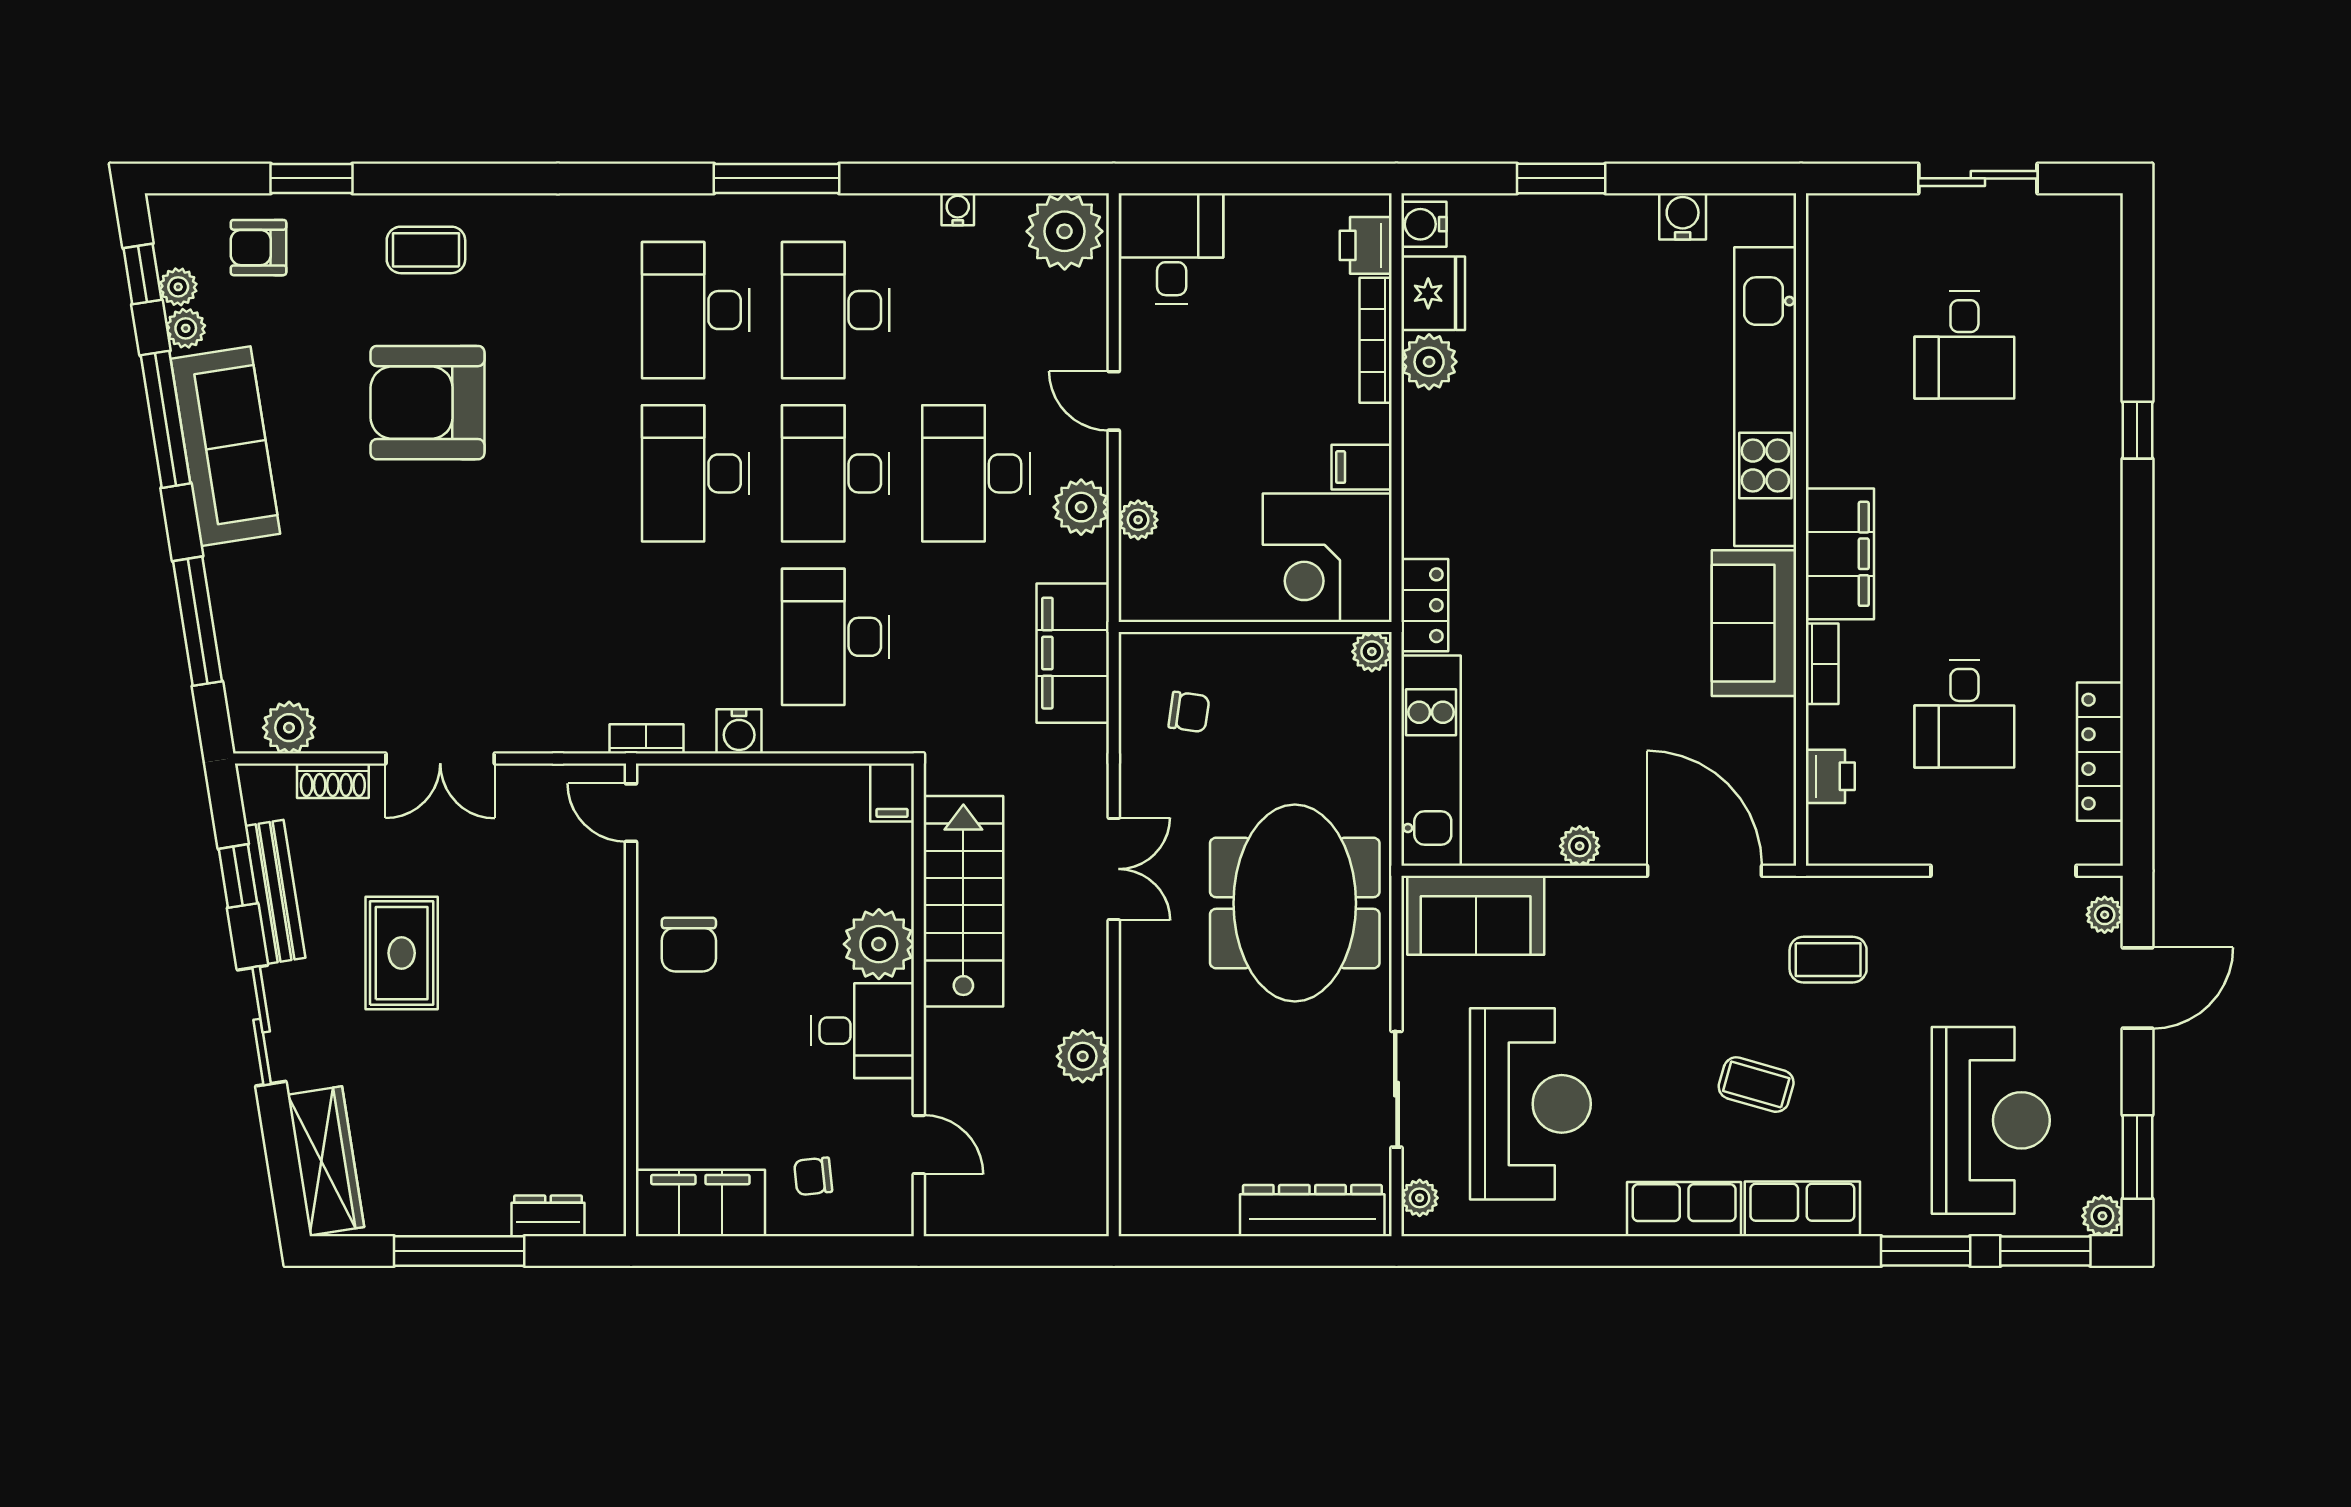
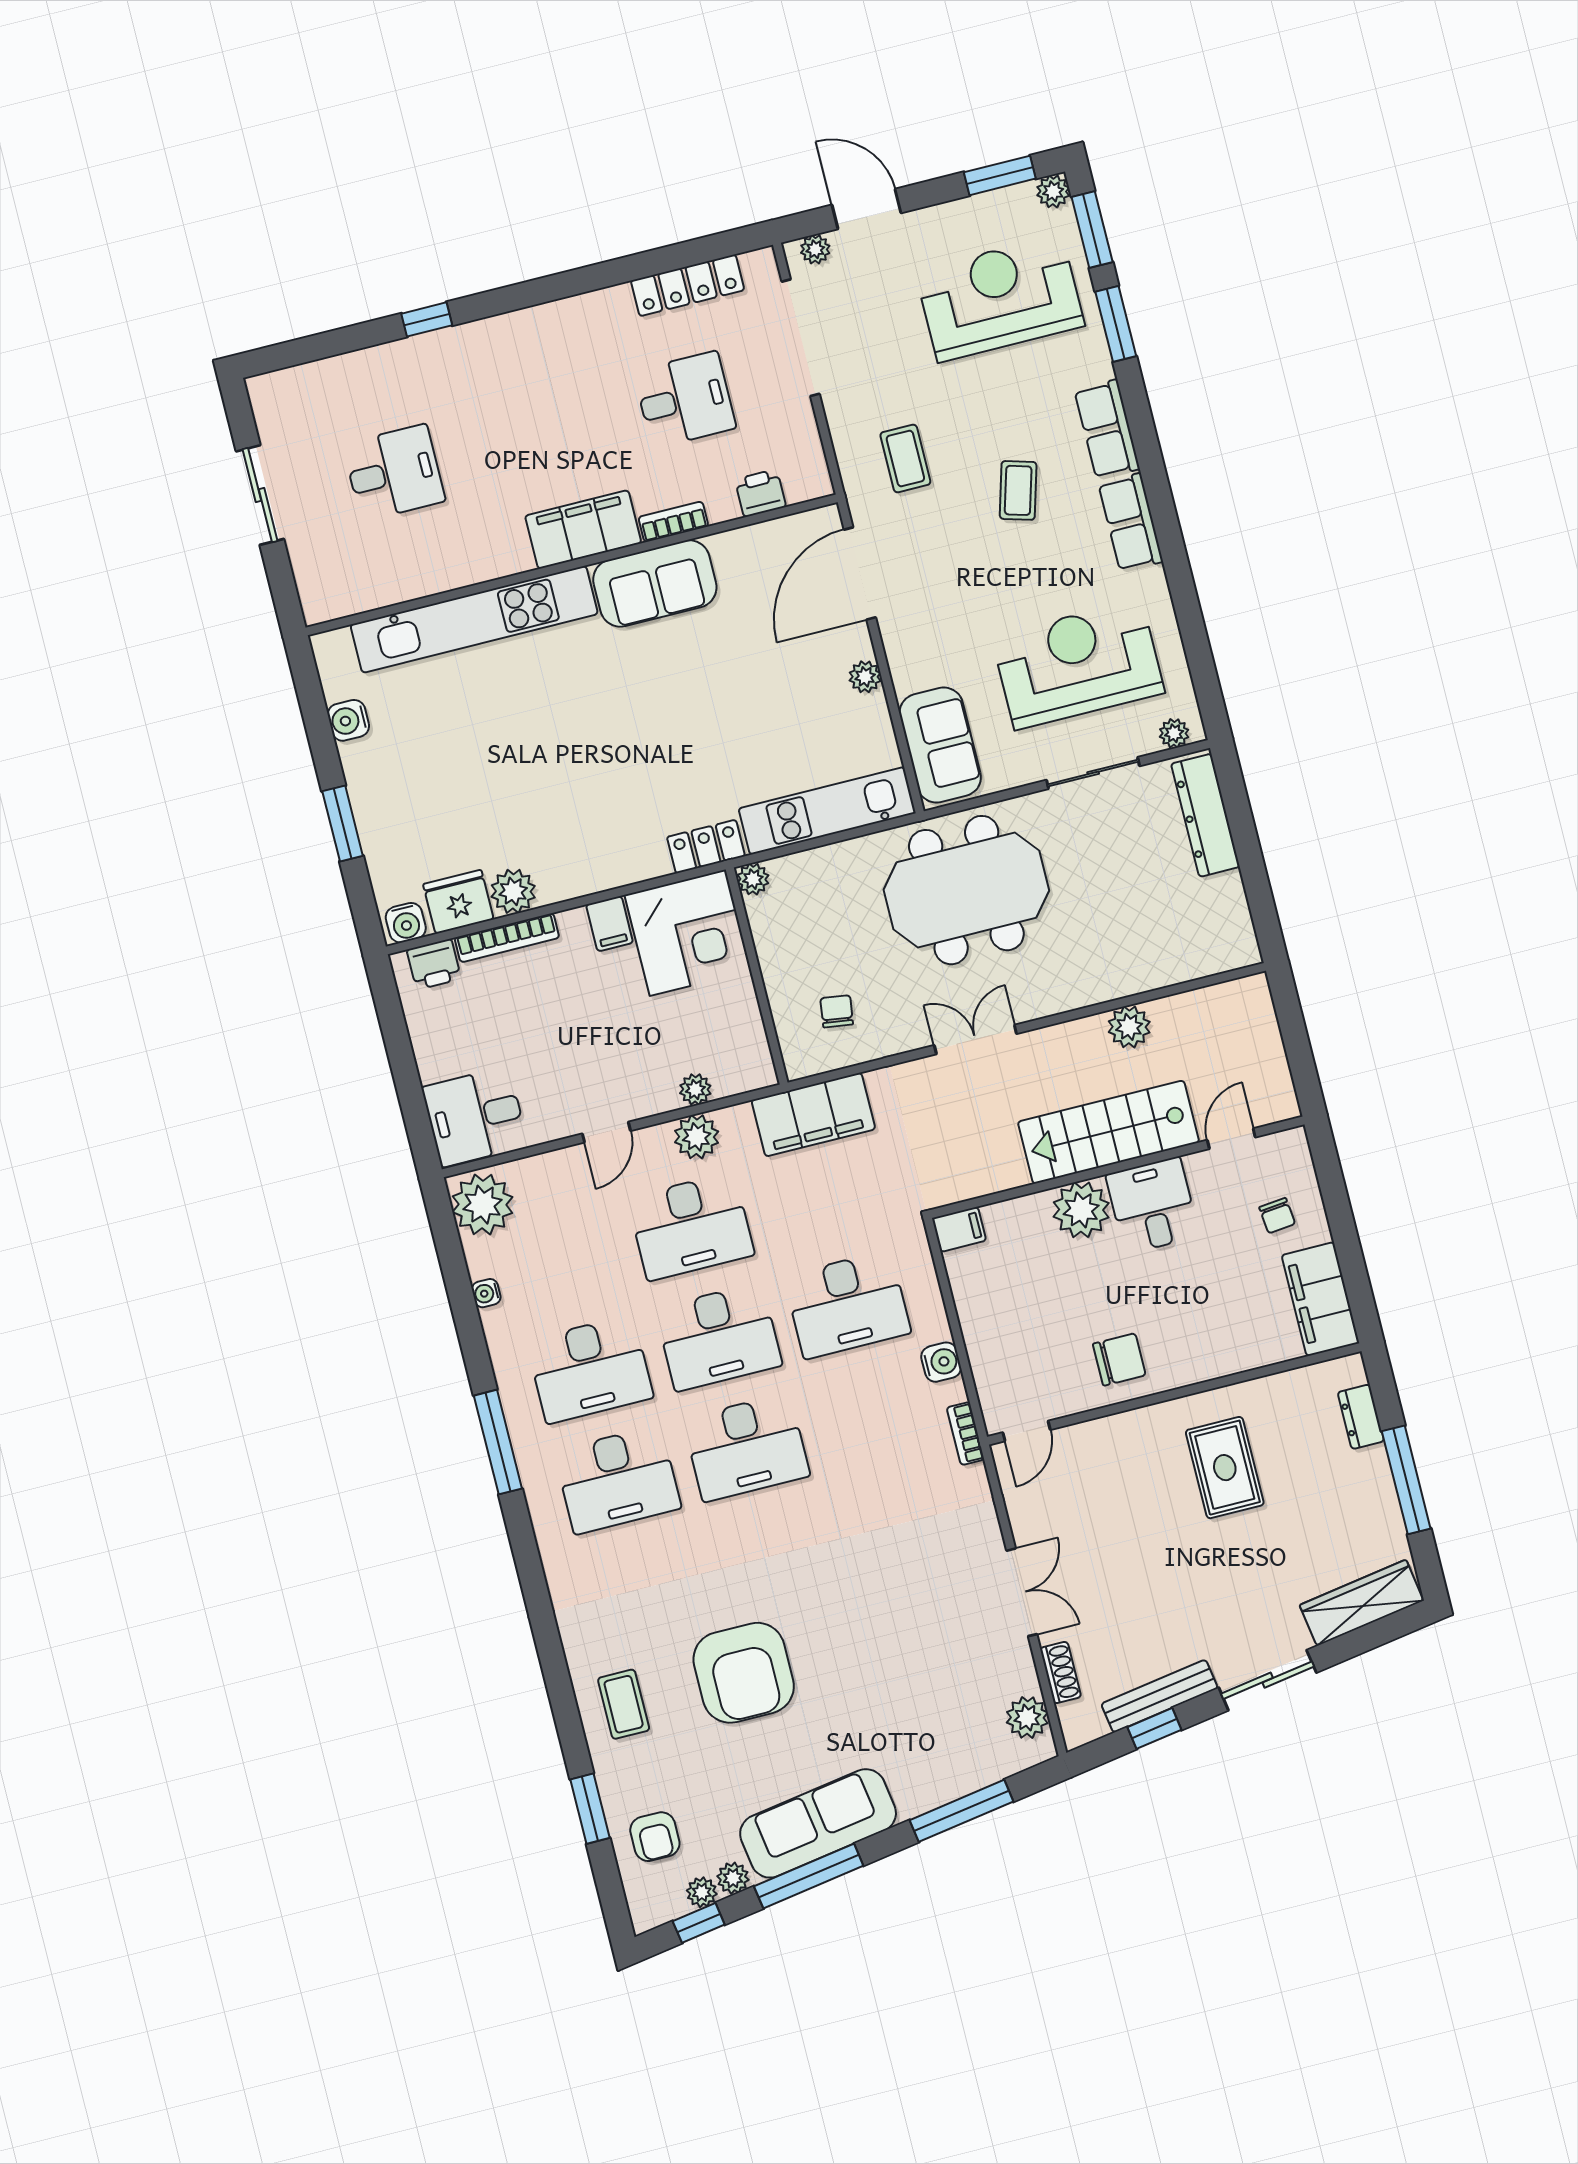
stairs: (963, 901) -> (1108, 1132), moved
rug: (402, 953) -> (1225, 1468), moved, turned 90

